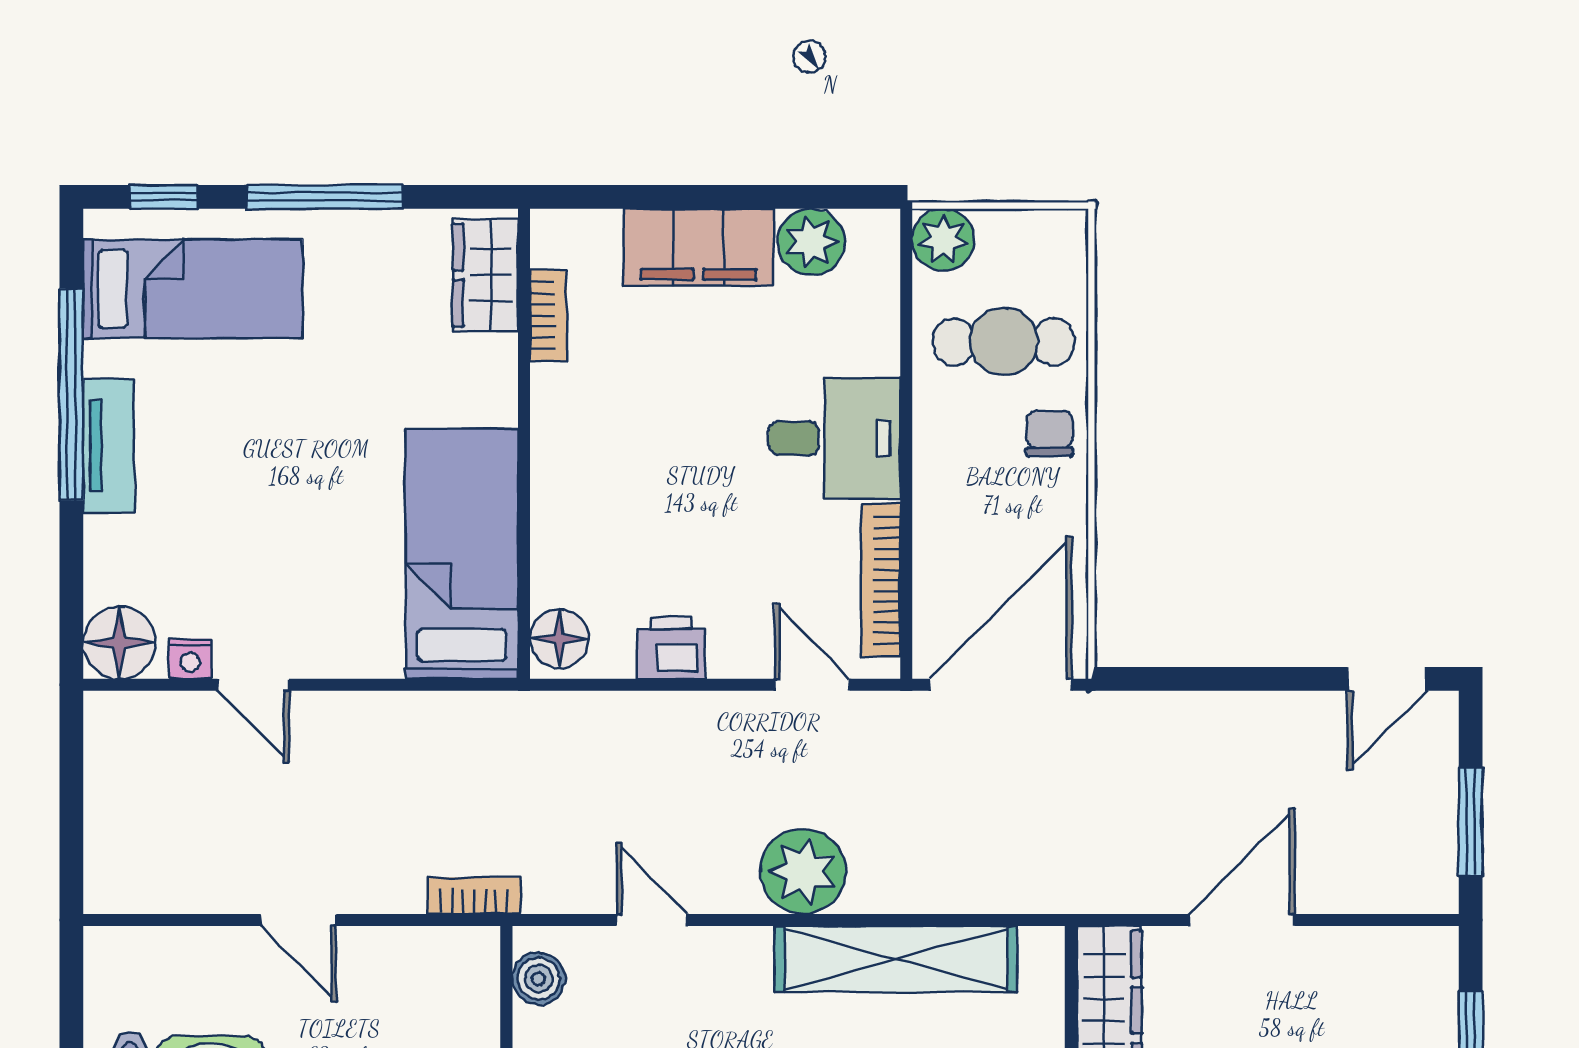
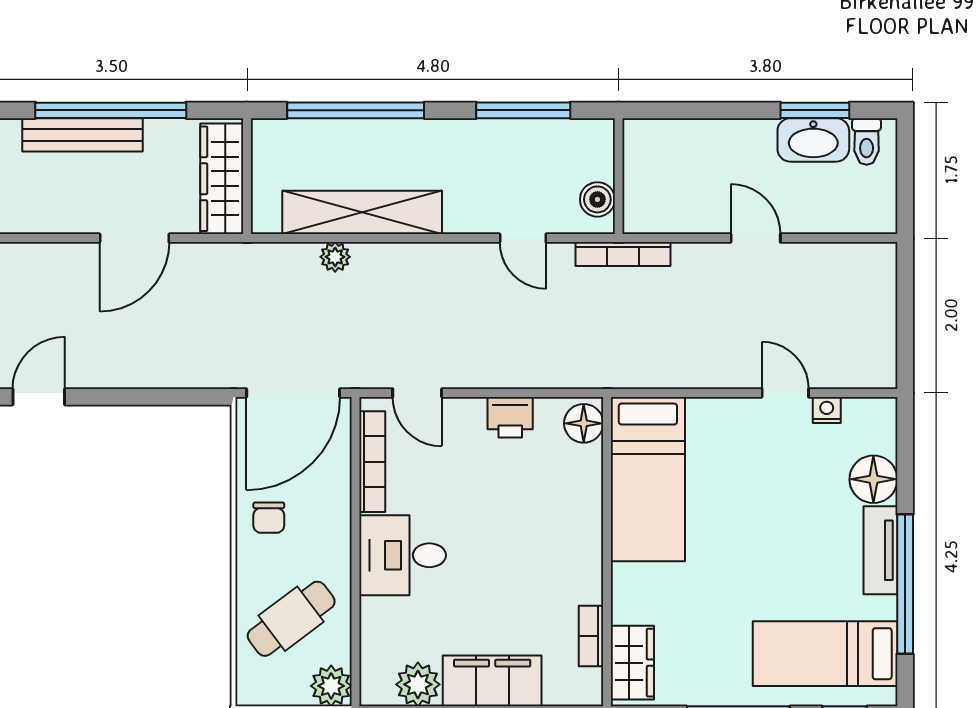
cafe table: (1004, 342) -> (291, 619), turned -37
chair: (1050, 433) -> (269, 518), moved
floor lamp: (119, 643) -> (873, 479), moved
plant: (803, 871) -> (335, 257), moved, width x0.53, depth x0.53
bookcase: (474, 896) -> (623, 254), width x1.56

